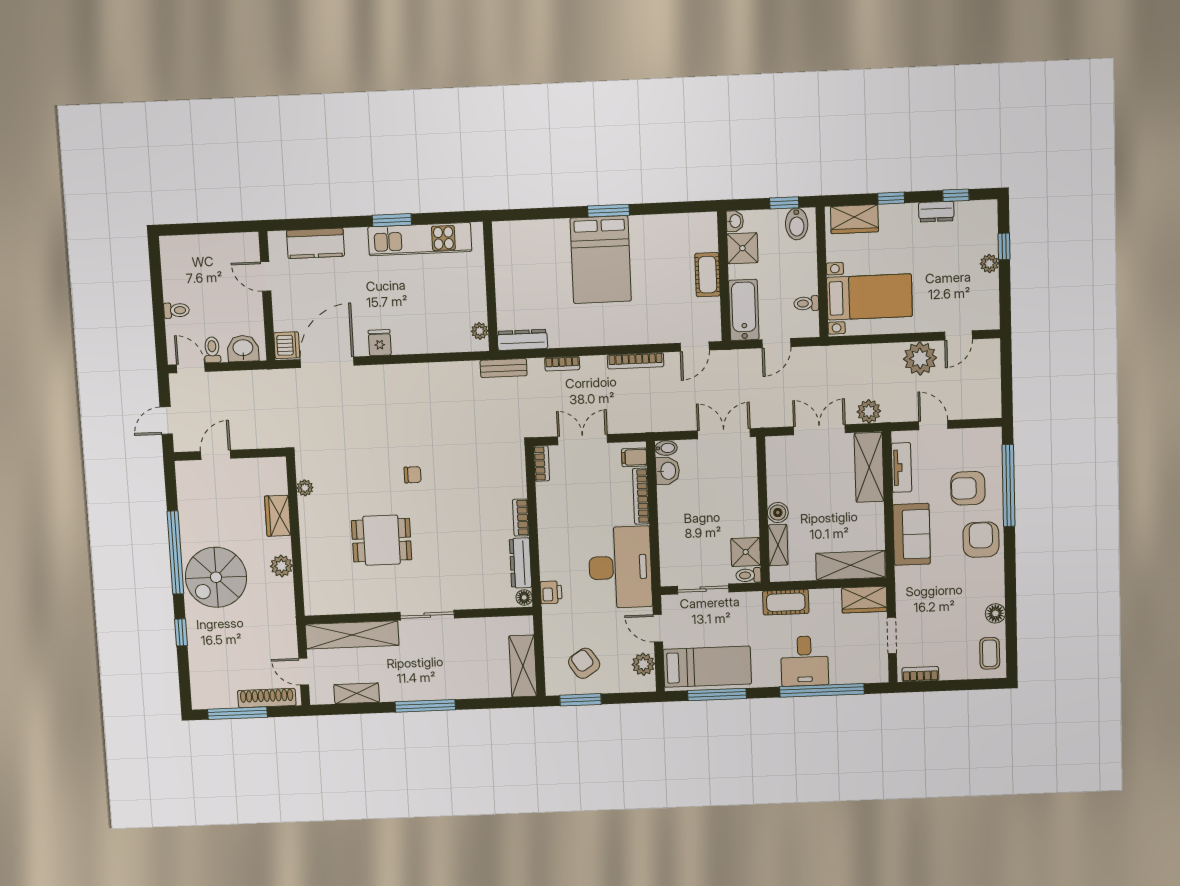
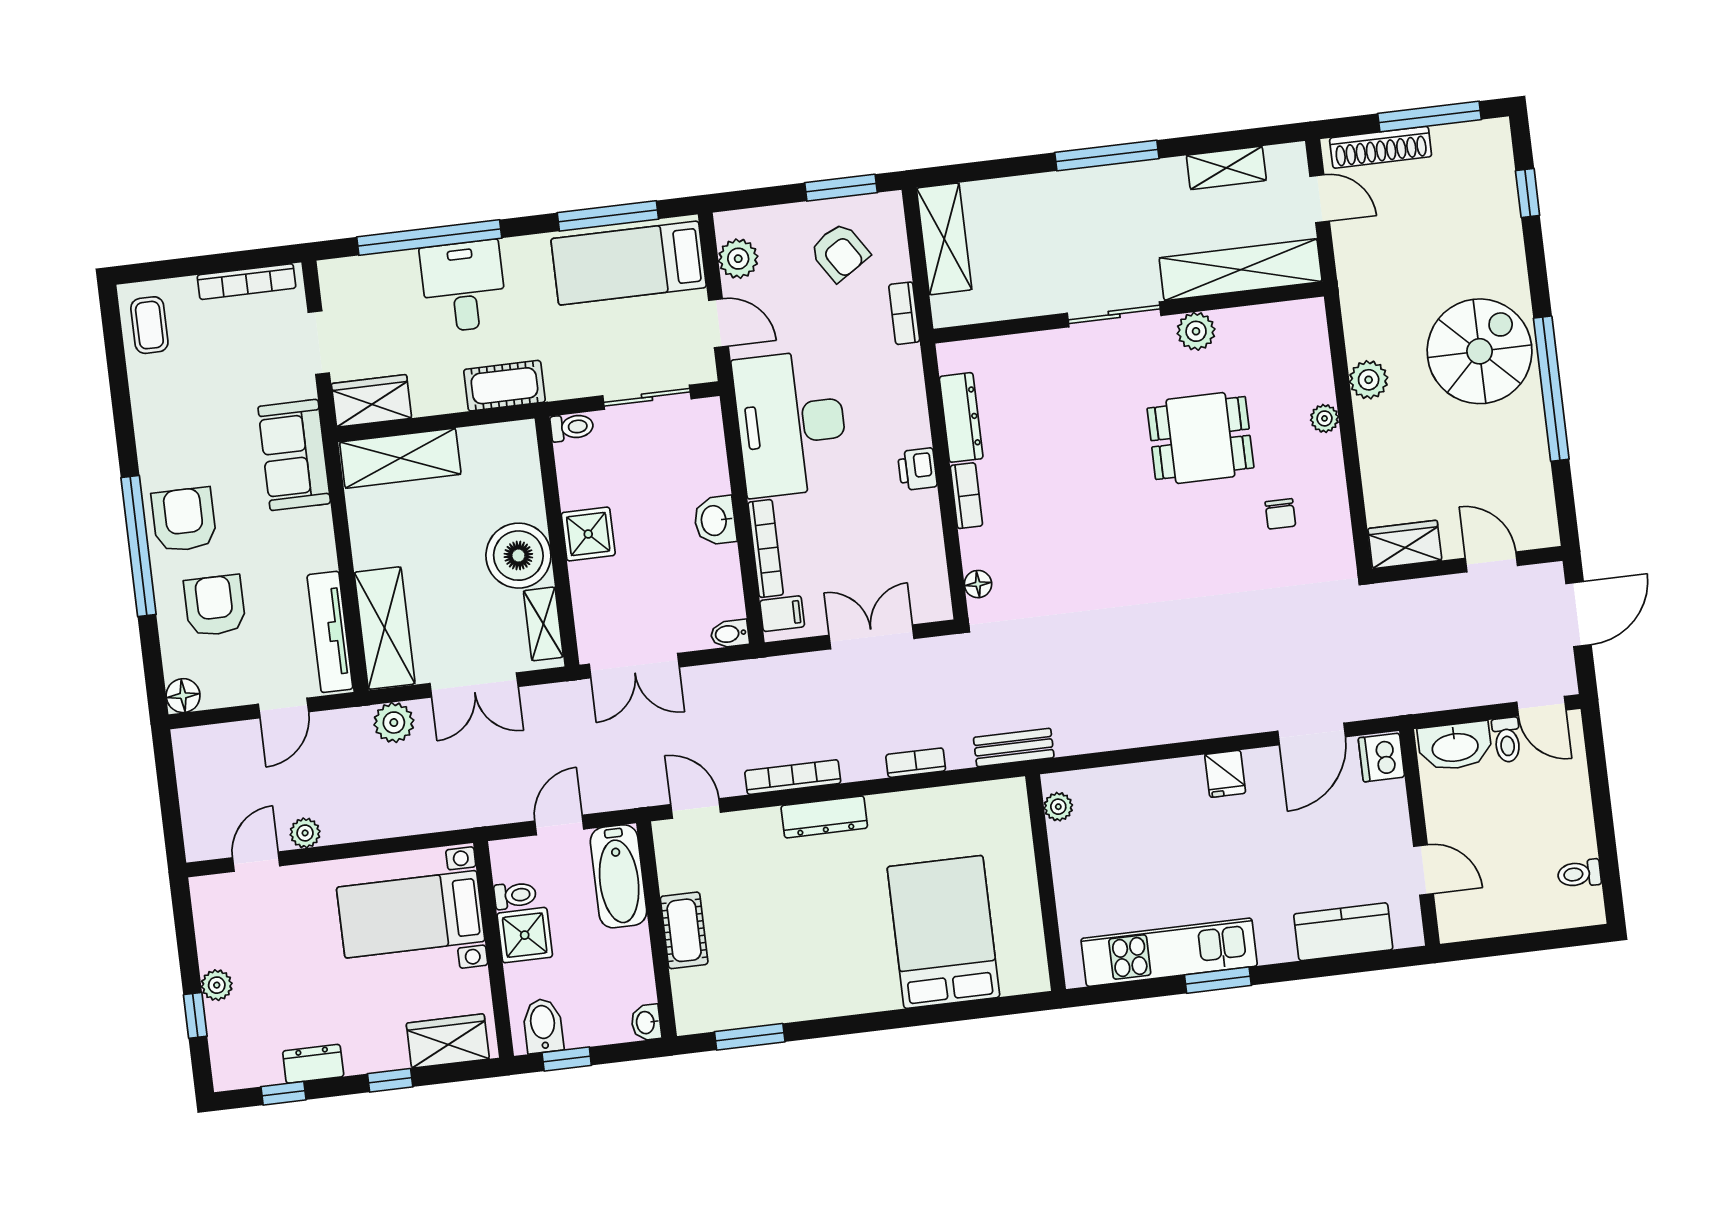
window: (608, 211) -> (750, 1037), moved
shower: (742, 248) -> (525, 935), moved
bed: (601, 260) -> (943, 932), moved
toilet: (177, 310) -> (1579, 874), moved
dresser: (522, 340) -> (824, 817), moved
door: (695, 347) -> (696, 808), hinge flipped
washbasin: (243, 348) -> (1455, 746), width x1.38
plant: (920, 358) -> (305, 833), width x0.53, depth x0.53
door: (327, 362) -> (1312, 734), width x0.73
door: (166, 420) -> (1579, 614), width x1.37
door: (933, 425) -> (284, 708), hinge flipped
double door: (583, 440) -> (872, 637), swing flipped
door: (216, 455) -> (1491, 562), swing flipped
bookcase: (542, 463) -> (904, 313), moved
tv unit: (901, 468) -> (330, 632), width x1.41
washbasin: (668, 471) -> (715, 520), moved
chair: (413, 475) -> (1280, 514), moved, turned -90
window: (1008, 486) -> (139, 546), moved
plant: (305, 488) -> (1324, 418), moved
armchair: (968, 488) -> (215, 606), turned -90
boiler: (778, 513) -> (518, 556), width x1.86, depth x1.86
wardrobe: (278, 516) -> (1405, 544), moved, turned -90
sofa: (912, 534) -> (294, 455), moved
armchair: (981, 540) -> (184, 520), turned 180
shelving: (778, 545) -> (543, 624), moved
shower: (746, 552) -> (588, 534), moved
printer: (551, 592) -> (917, 469), moved
floor lamp: (524, 597) -> (978, 584), moved
plant: (380, 602) -> (1196, 331), added
floor lamp: (995, 613) -> (183, 696), moved
window: (181, 632) -> (1528, 193), moved
bookcase: (920, 674) -> (247, 282), width x1.56

